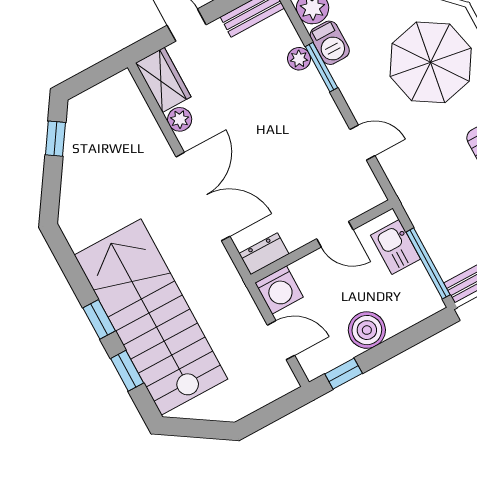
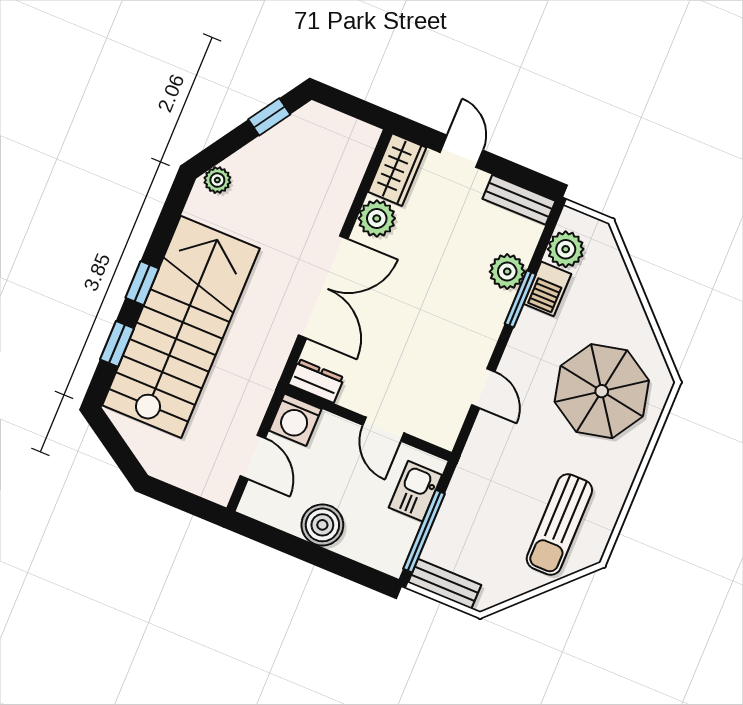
plant: (299, 59) -> (507, 272), width x1.38, depth x1.38
plant: (180, 119) -> (377, 218), width x1.38, depth x1.38
plant: (70, 210) -> (217, 180), added
window: (344, 374) -> (268, 535), removed

